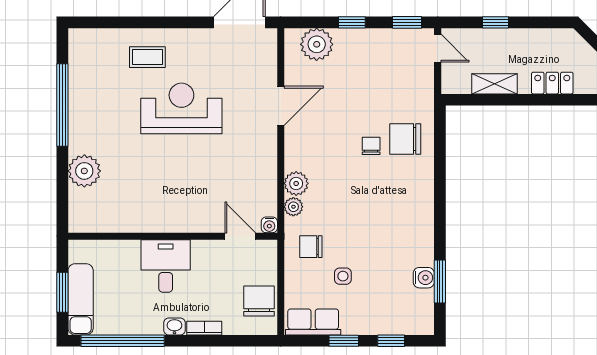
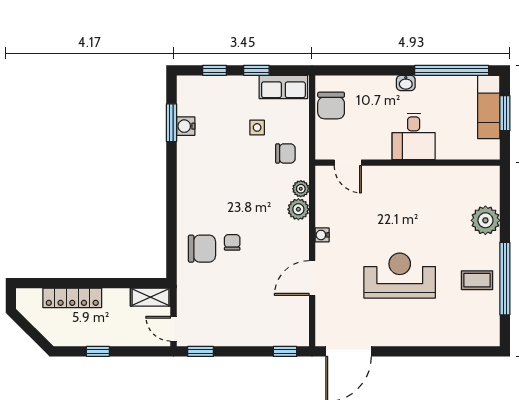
window: (352, 22) -> (285, 351), moved
window: (496, 22) -> (98, 351), moved
plant: (317, 44) -> (280, 332), removed
coffee table: (147, 57) -> (477, 280), moved
locker: (552, 83) -> (72, 298), width x1.53
shelving: (495, 84) -> (150, 297), moved
reception desk: (181, 108) -> (400, 276), turned 180
chair: (371, 146) -> (232, 242), turned 180
water cooler: (269, 225) -> (322, 235), moved, turned -90
bookcase: (204, 328) -> (379, 82), removed

